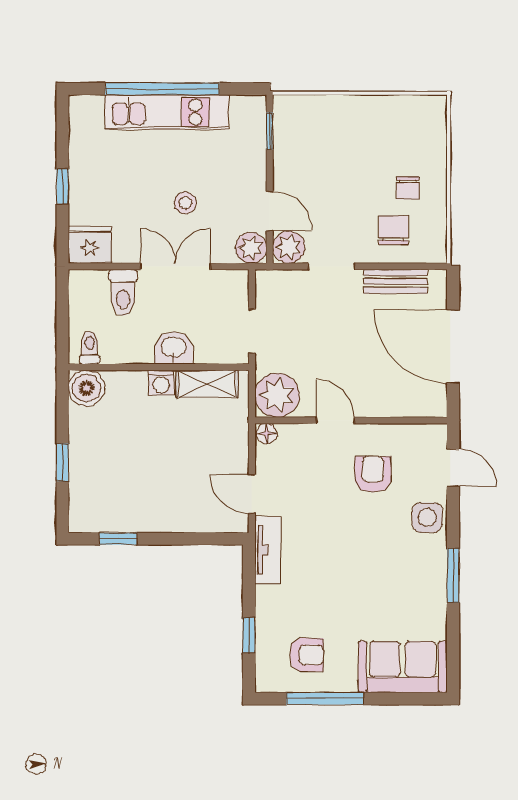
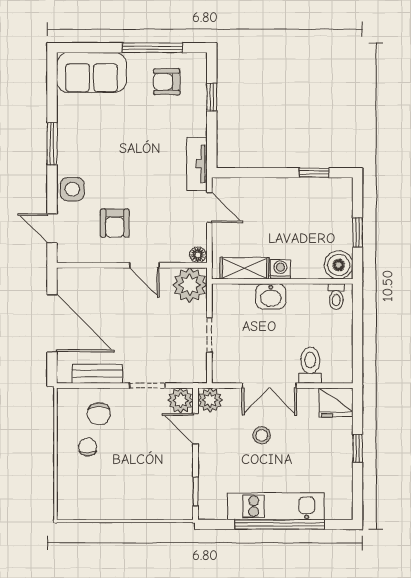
toilet: (90, 348) -> (336, 297), moved
washbasin: (173, 348) -> (271, 296), moved
wall: (159, 367) -> (282, 281), moved
washing machine: (161, 383) -> (280, 269), moved
shelving: (207, 384) -> (244, 268), moved
boiler: (86, 388) -> (339, 265), moved

